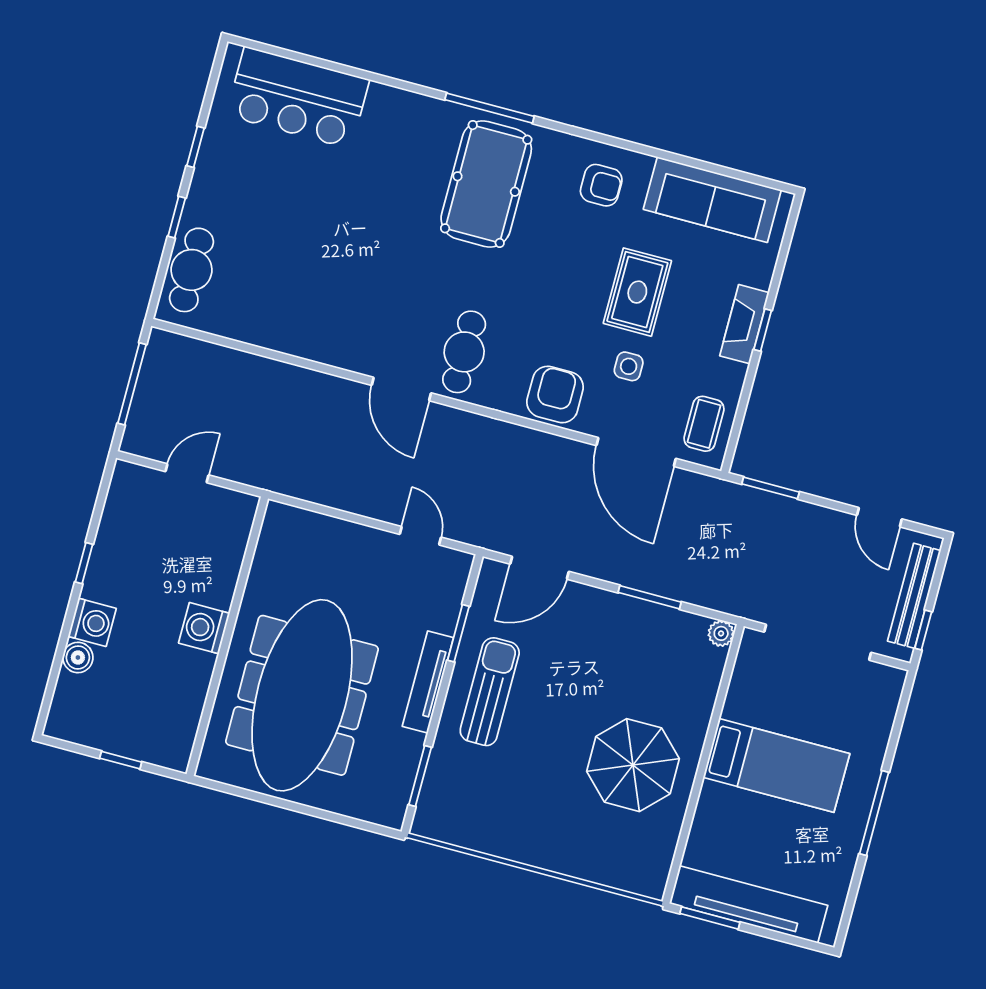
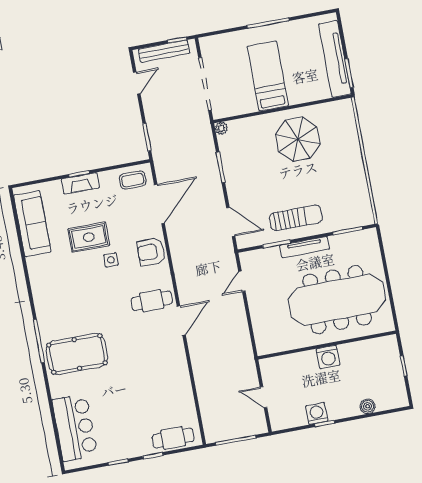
pool table: (486, 184) -> (77, 354), moved
armchair: (601, 185) -> (49, 276), removed
side table: (629, 366) -> (111, 260), moved
washing machine: (92, 622) -> (317, 414), moved
sun lounger: (490, 692) -> (296, 218), turned 180

